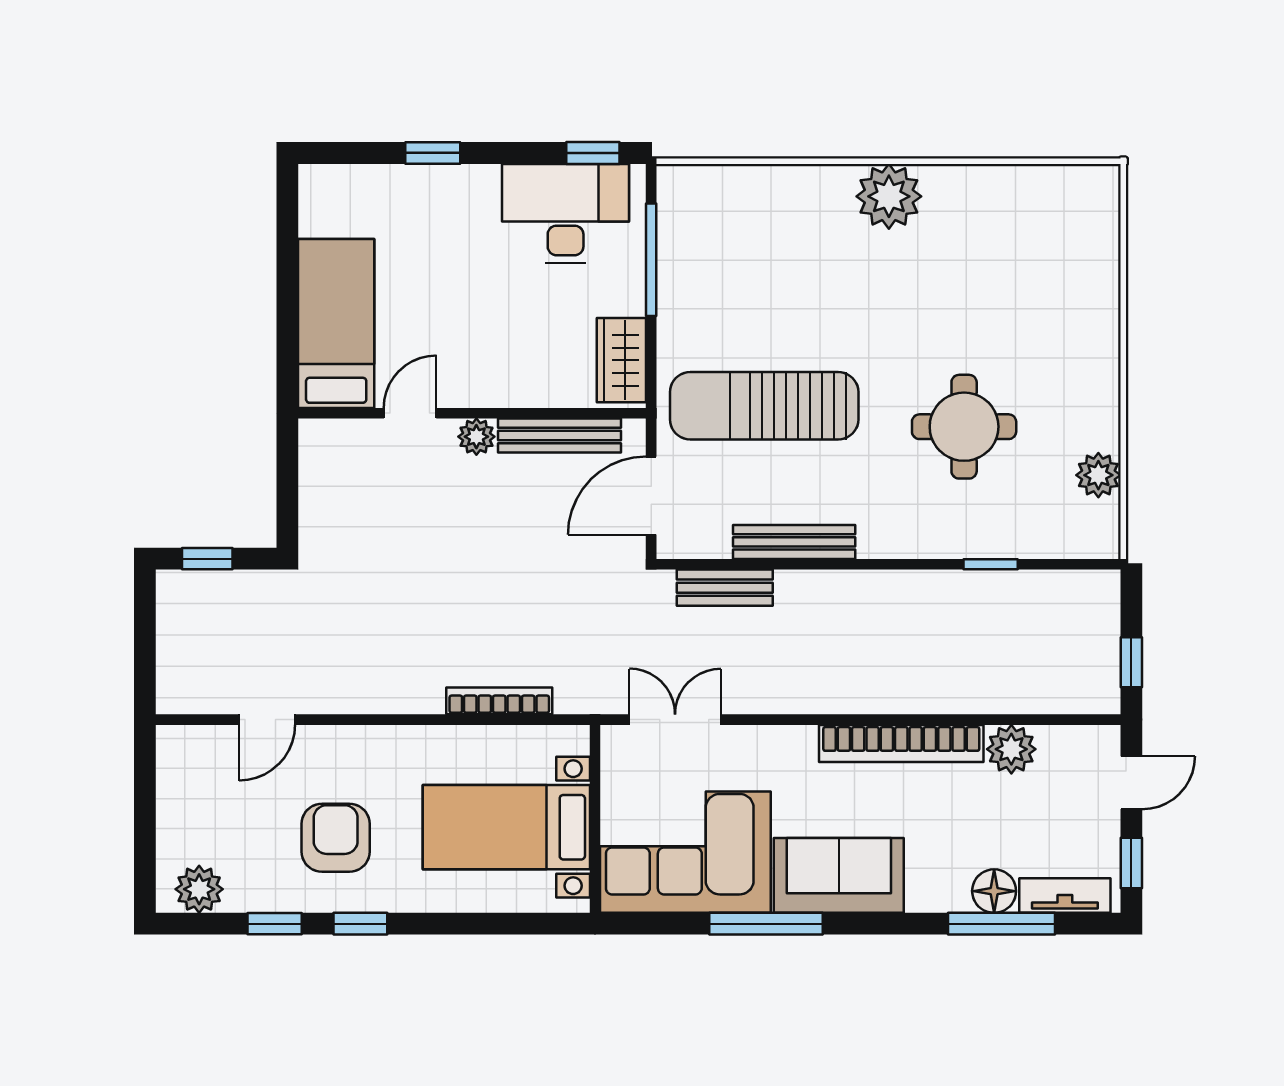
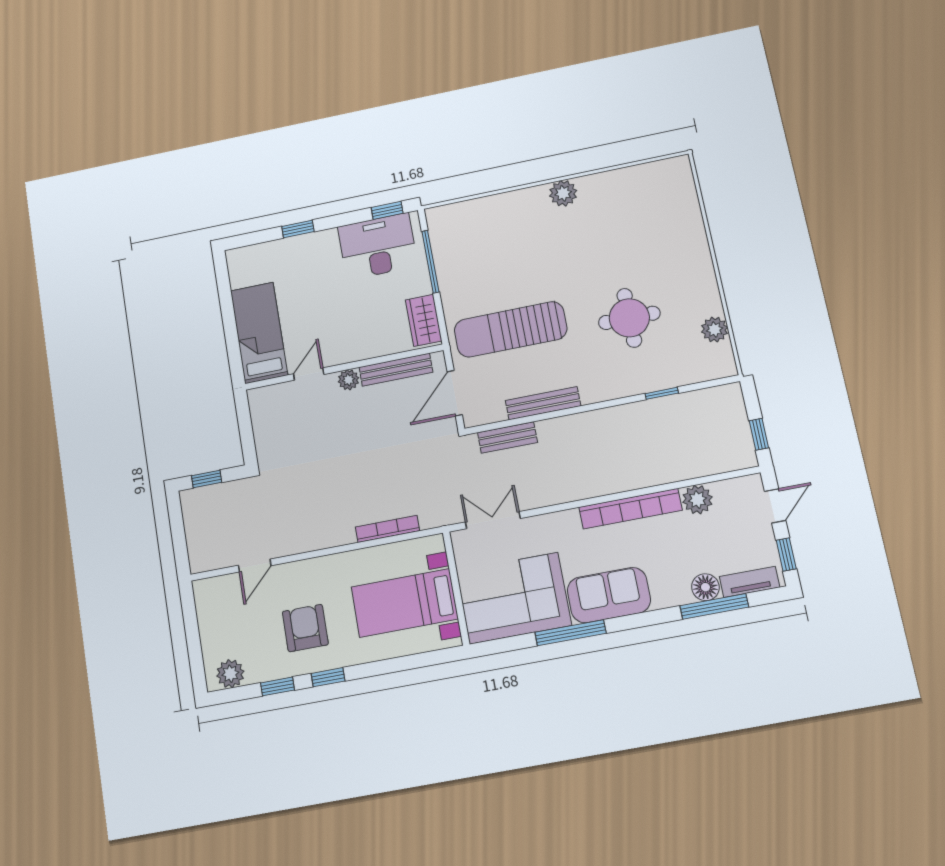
plant: (889, 196) -> (563, 193), width x0.73, depth x0.73

